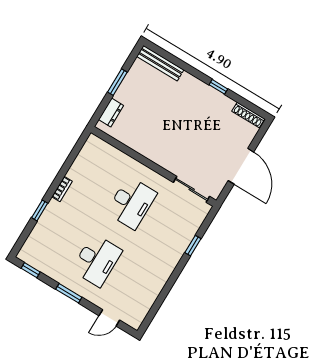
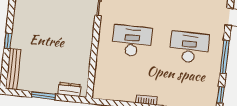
window: (218, 87) -> (8, 41), moved
window: (69, 293) -> (225, 57), width x1.44

